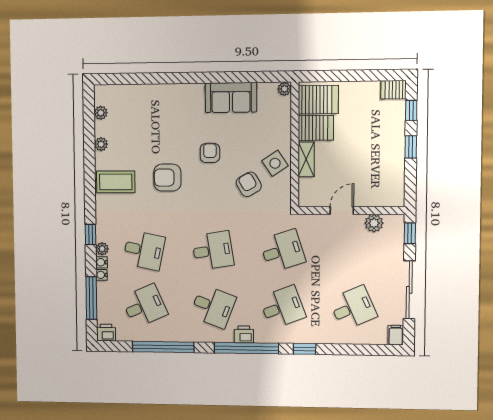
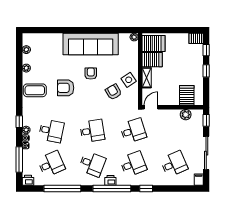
sofa: (231, 98) -> (91, 44), width x1.85, depth x1.27
server rack: (376, 190) -> (187, 95), added
door: (342, 211) -> (151, 107), moved

